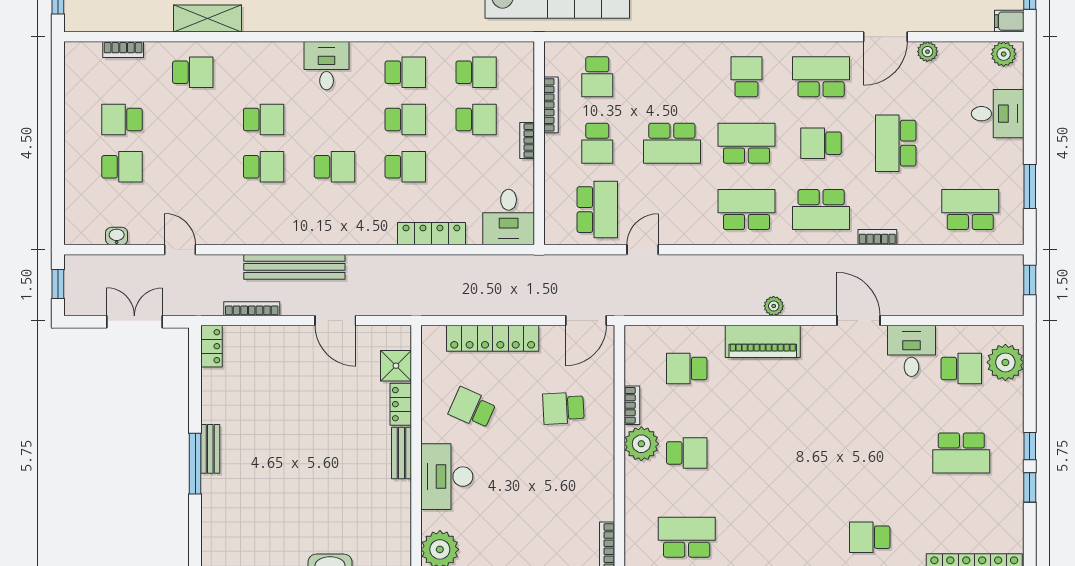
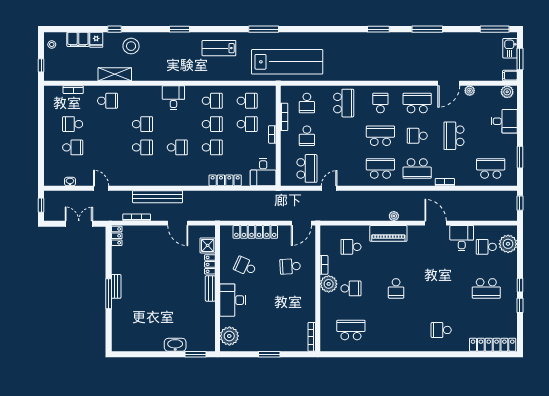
school desk: (672, 143) -> (344, 103), moved, turned -90
school desk: (961, 369) -> (486, 247), turned 180
school desk: (778, 453) -> (396, 288), added

